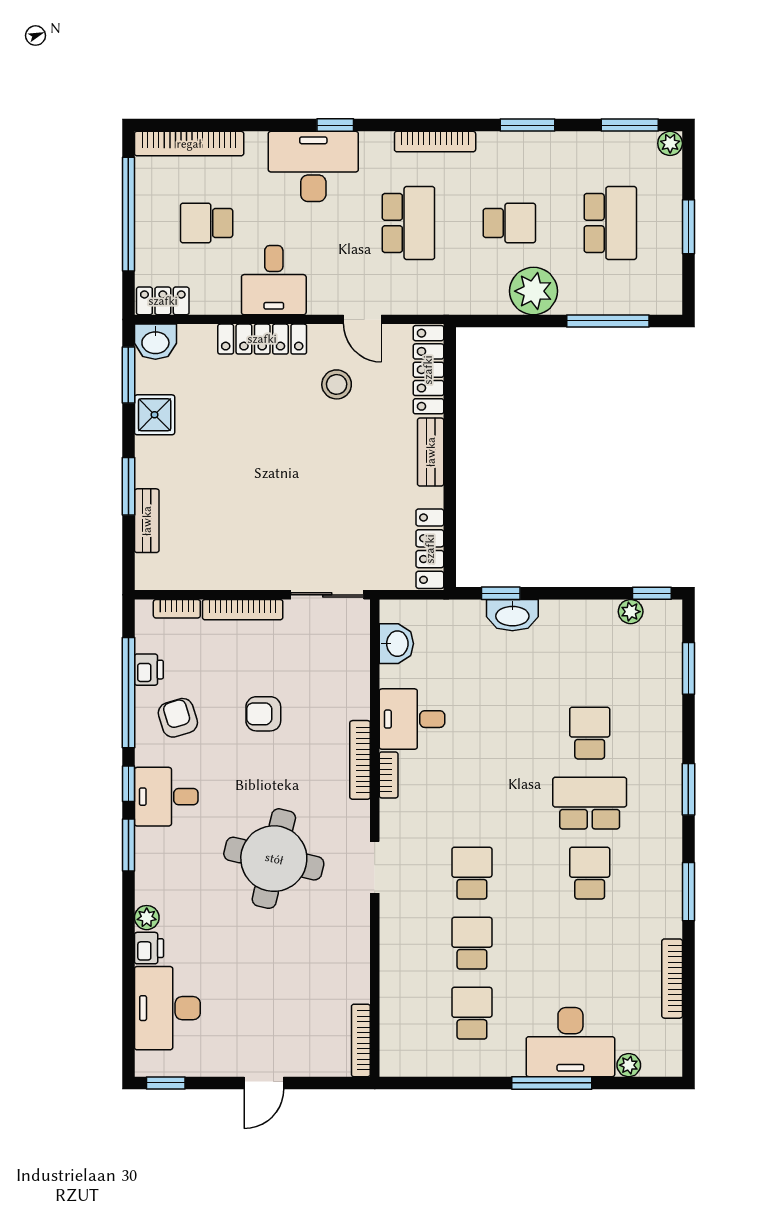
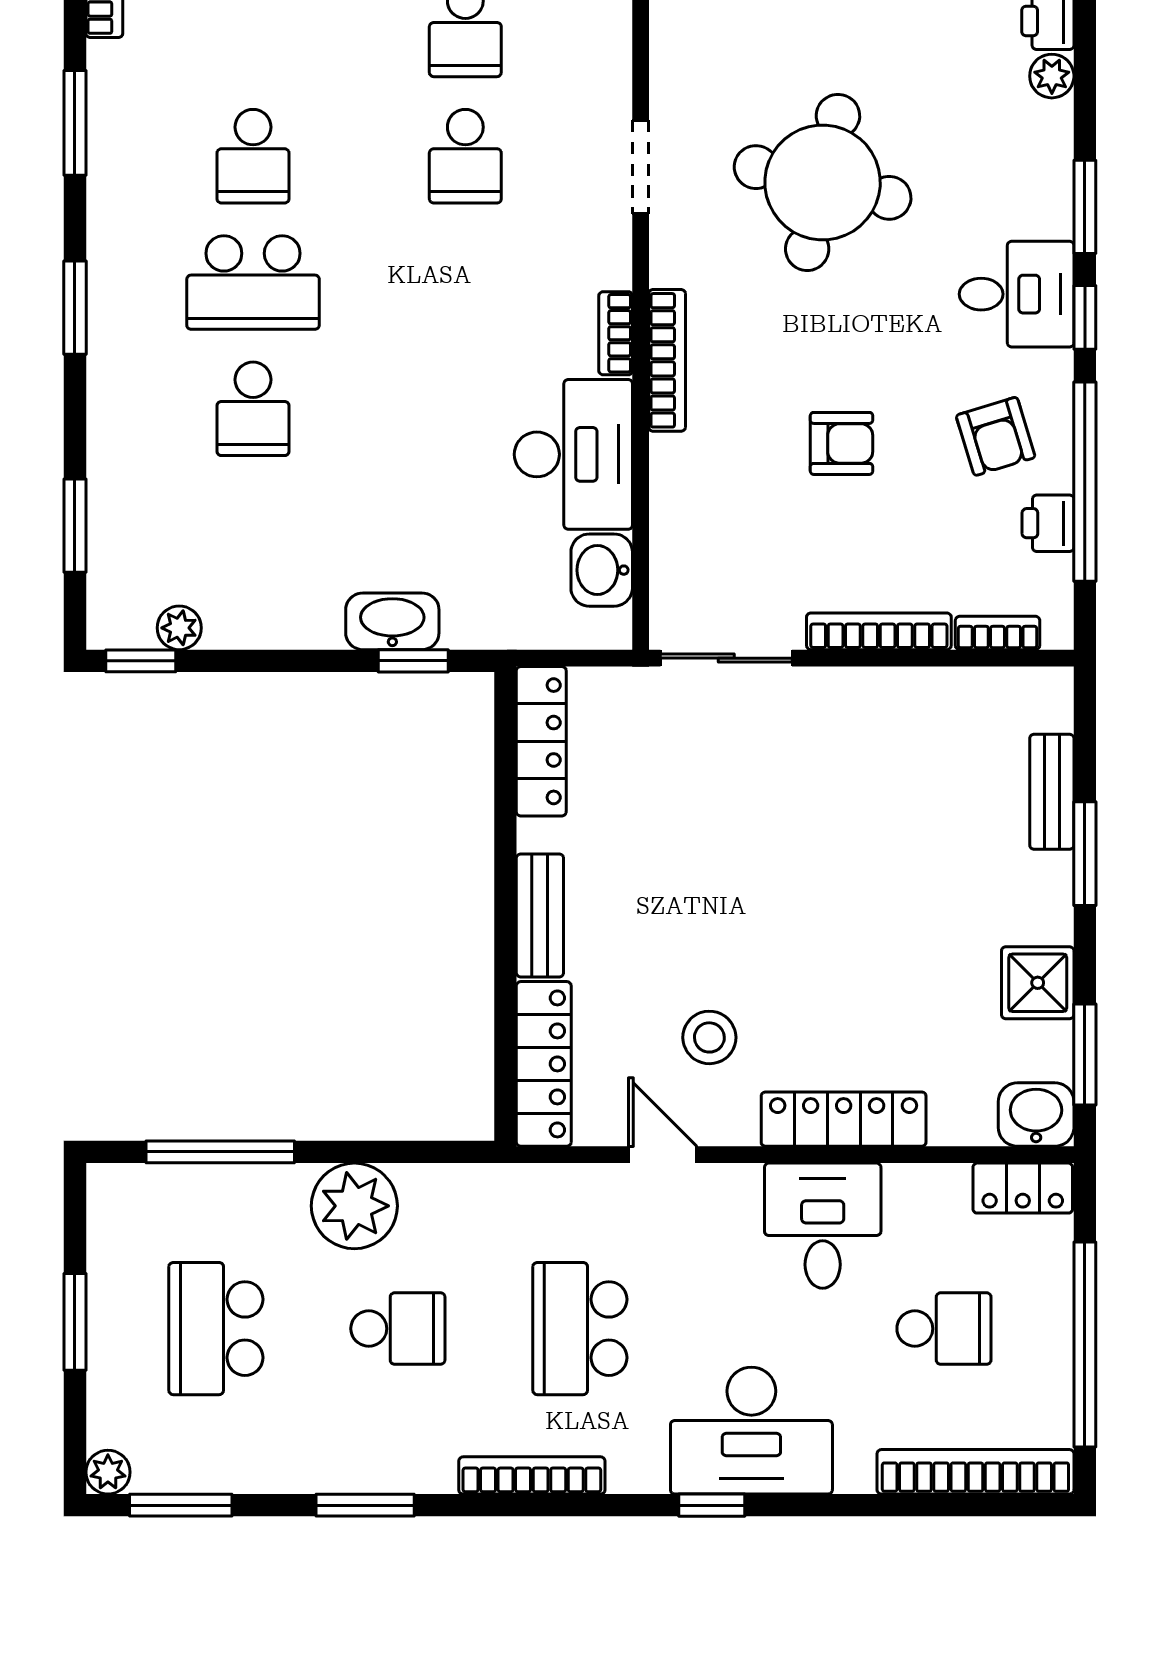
school desk: (509, 223) -> (398, 1329), turned 180
desk: (412, 719) -> (573, 454), width x1.37

